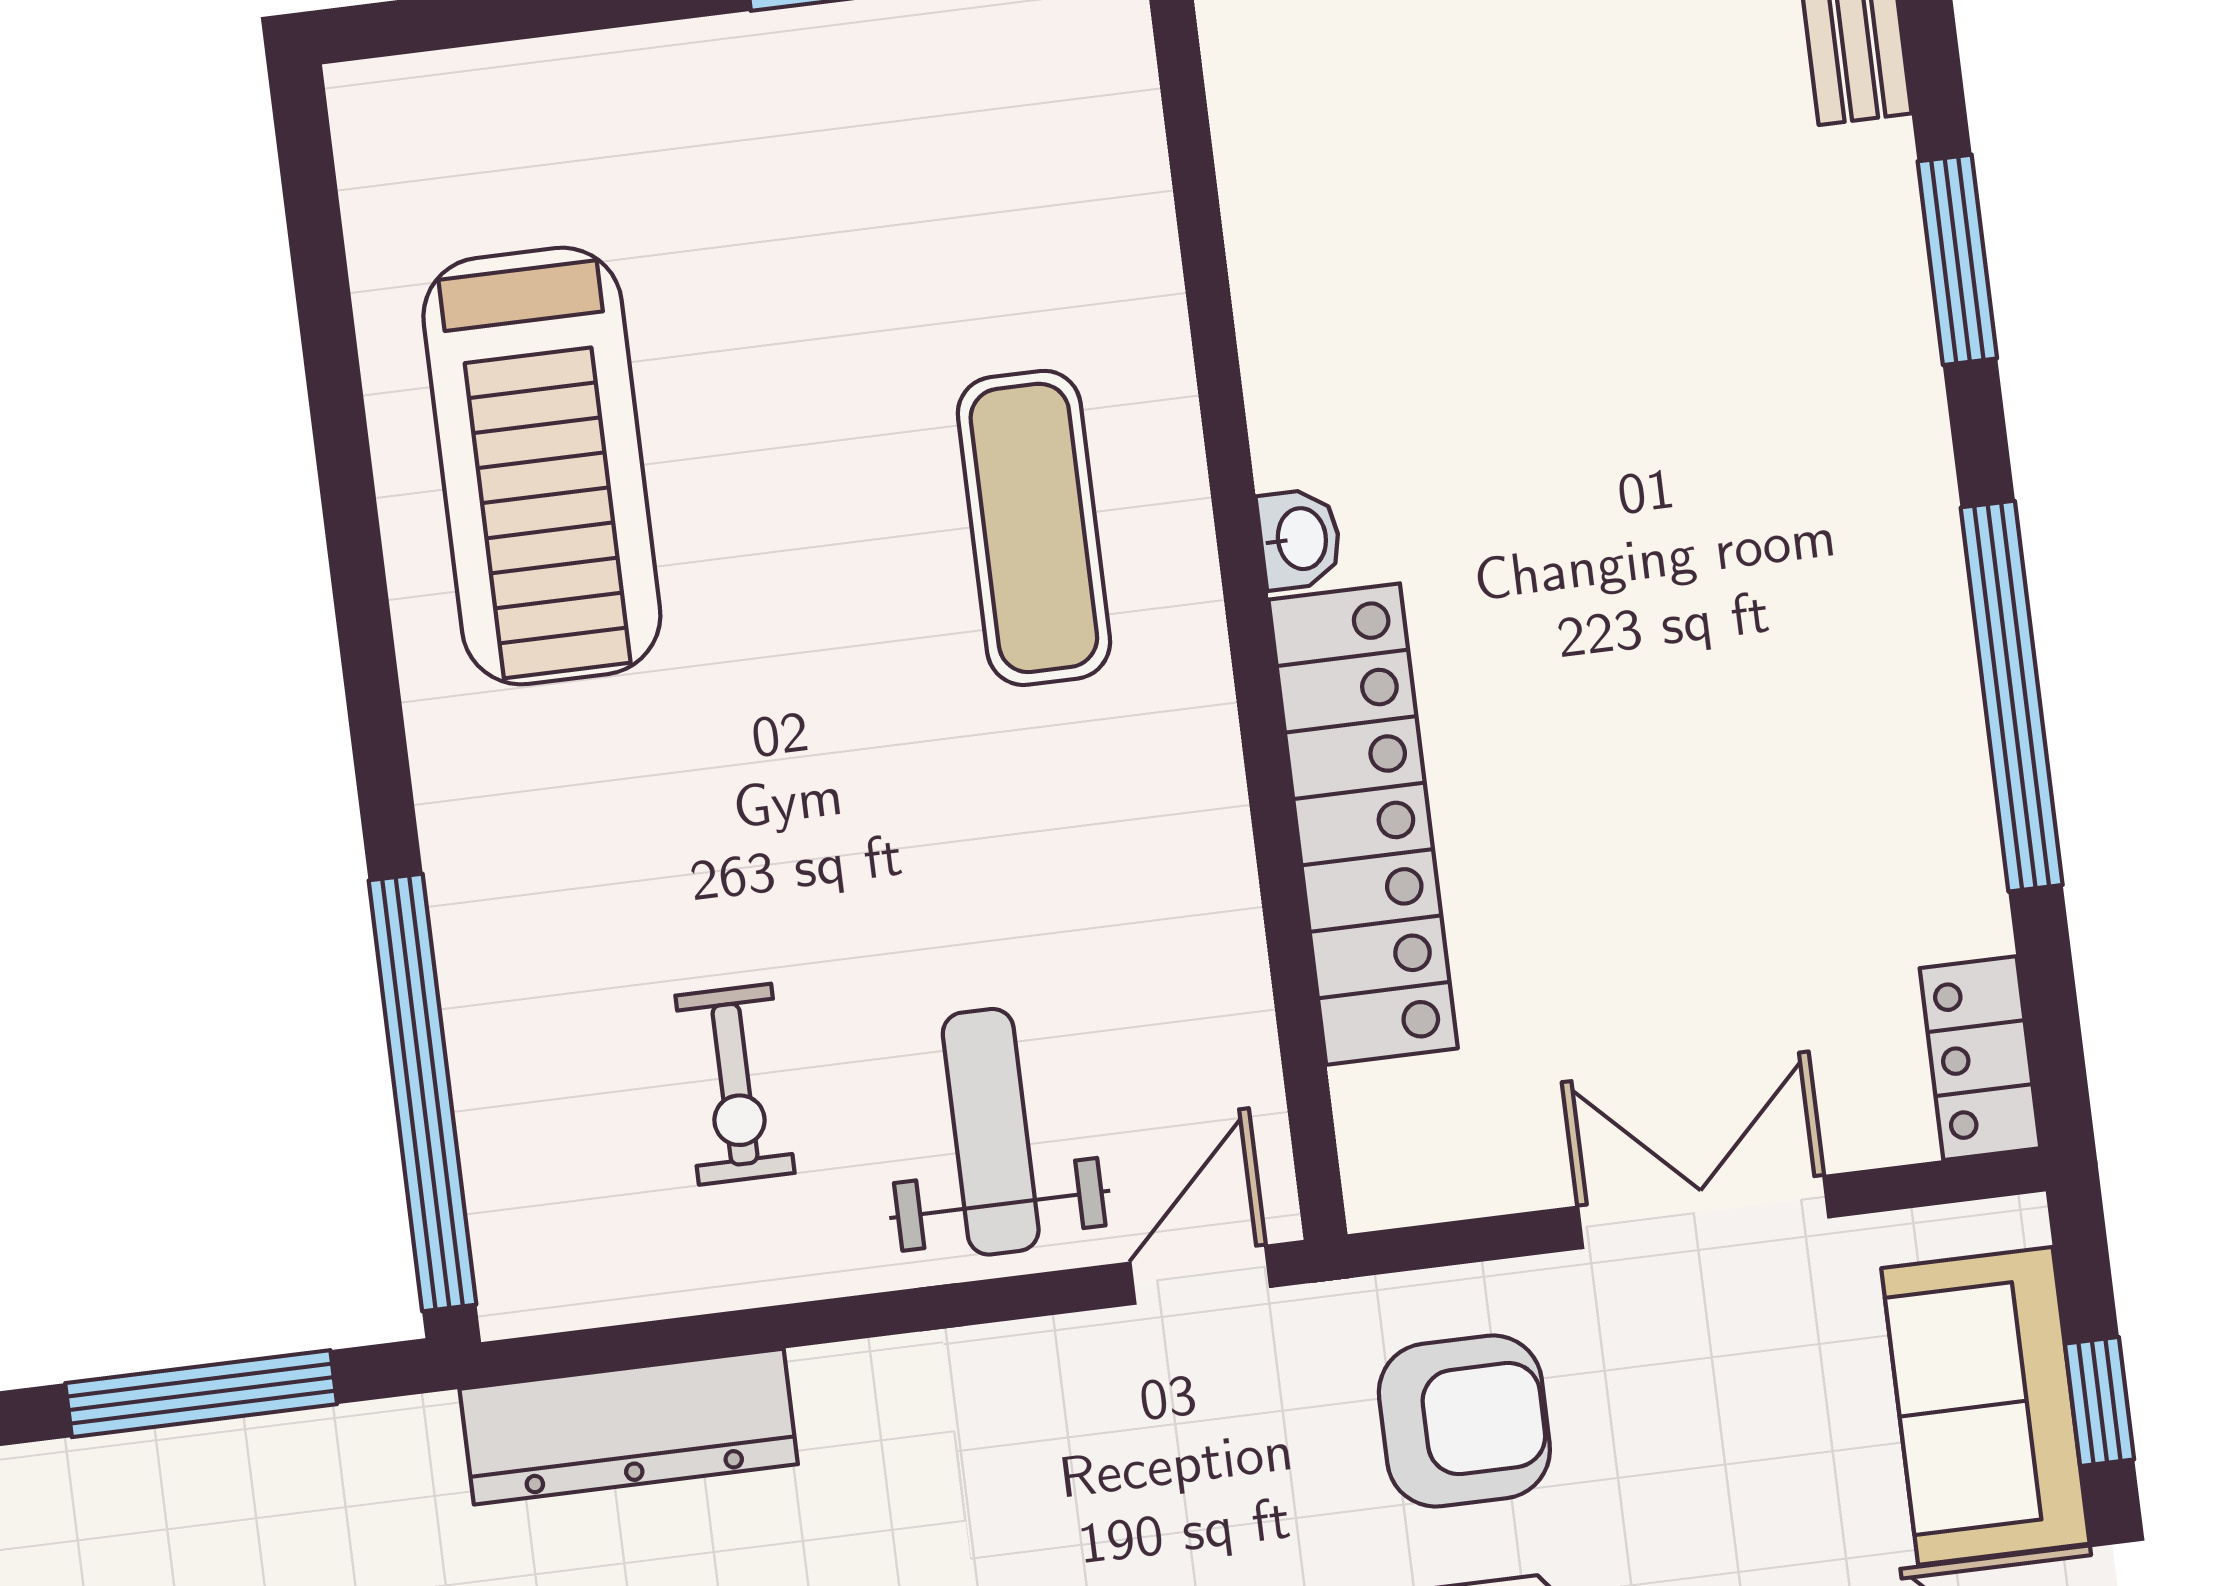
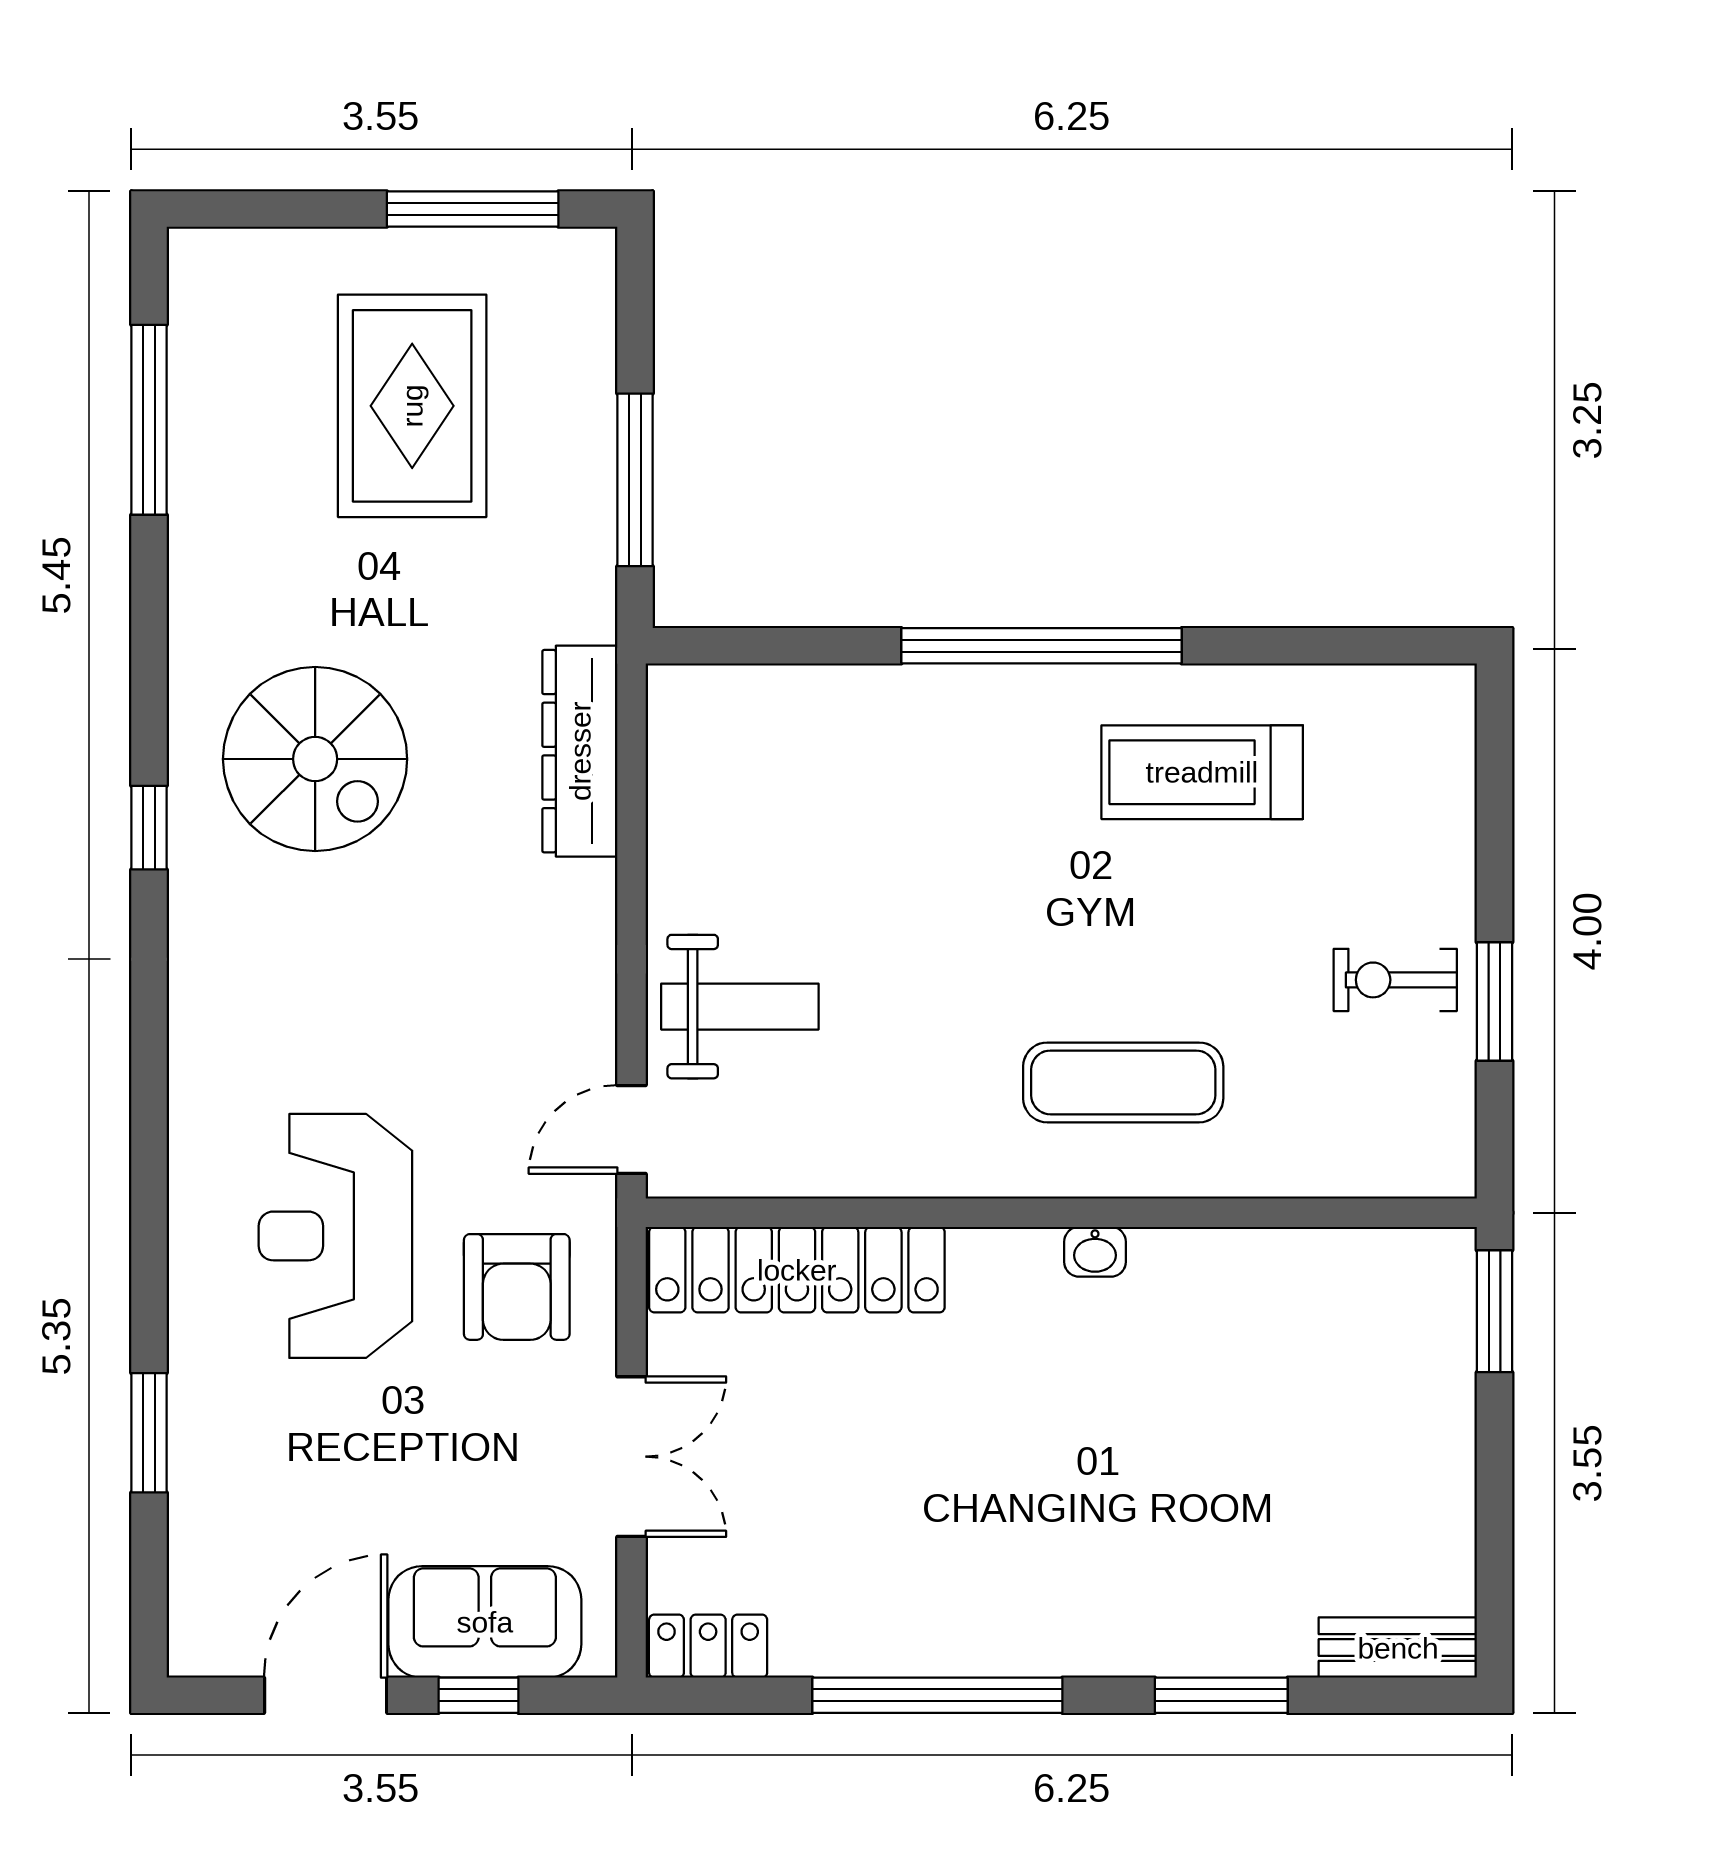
treadmill: (542, 466) -> (1202, 772), width x0.73, depth x0.73
locker: (1363, 824) -> (797, 1270), moved
exercise bike: (735, 1084) -> (1395, 980), moved
window: (422, 1093) -> (1042, 646), moved
door: (1200, 1275) -> (632, 1129), swing flipped

